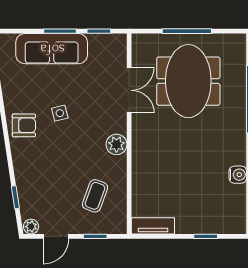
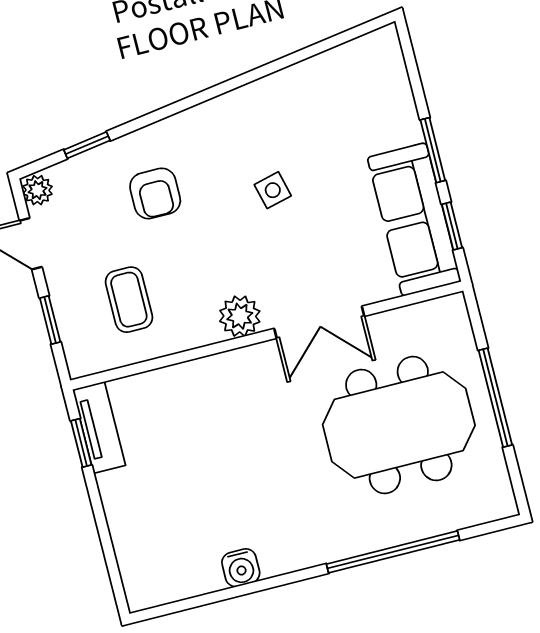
sofa: (52, 49) -> (414, 219), moved
double door: (129, 90) -> (319, 322), moved
armchair: (24, 125) -> (155, 193), moved
coffee table: (95, 196) -> (129, 300), turned 70
window: (206, 236) -> (81, 443), moved

